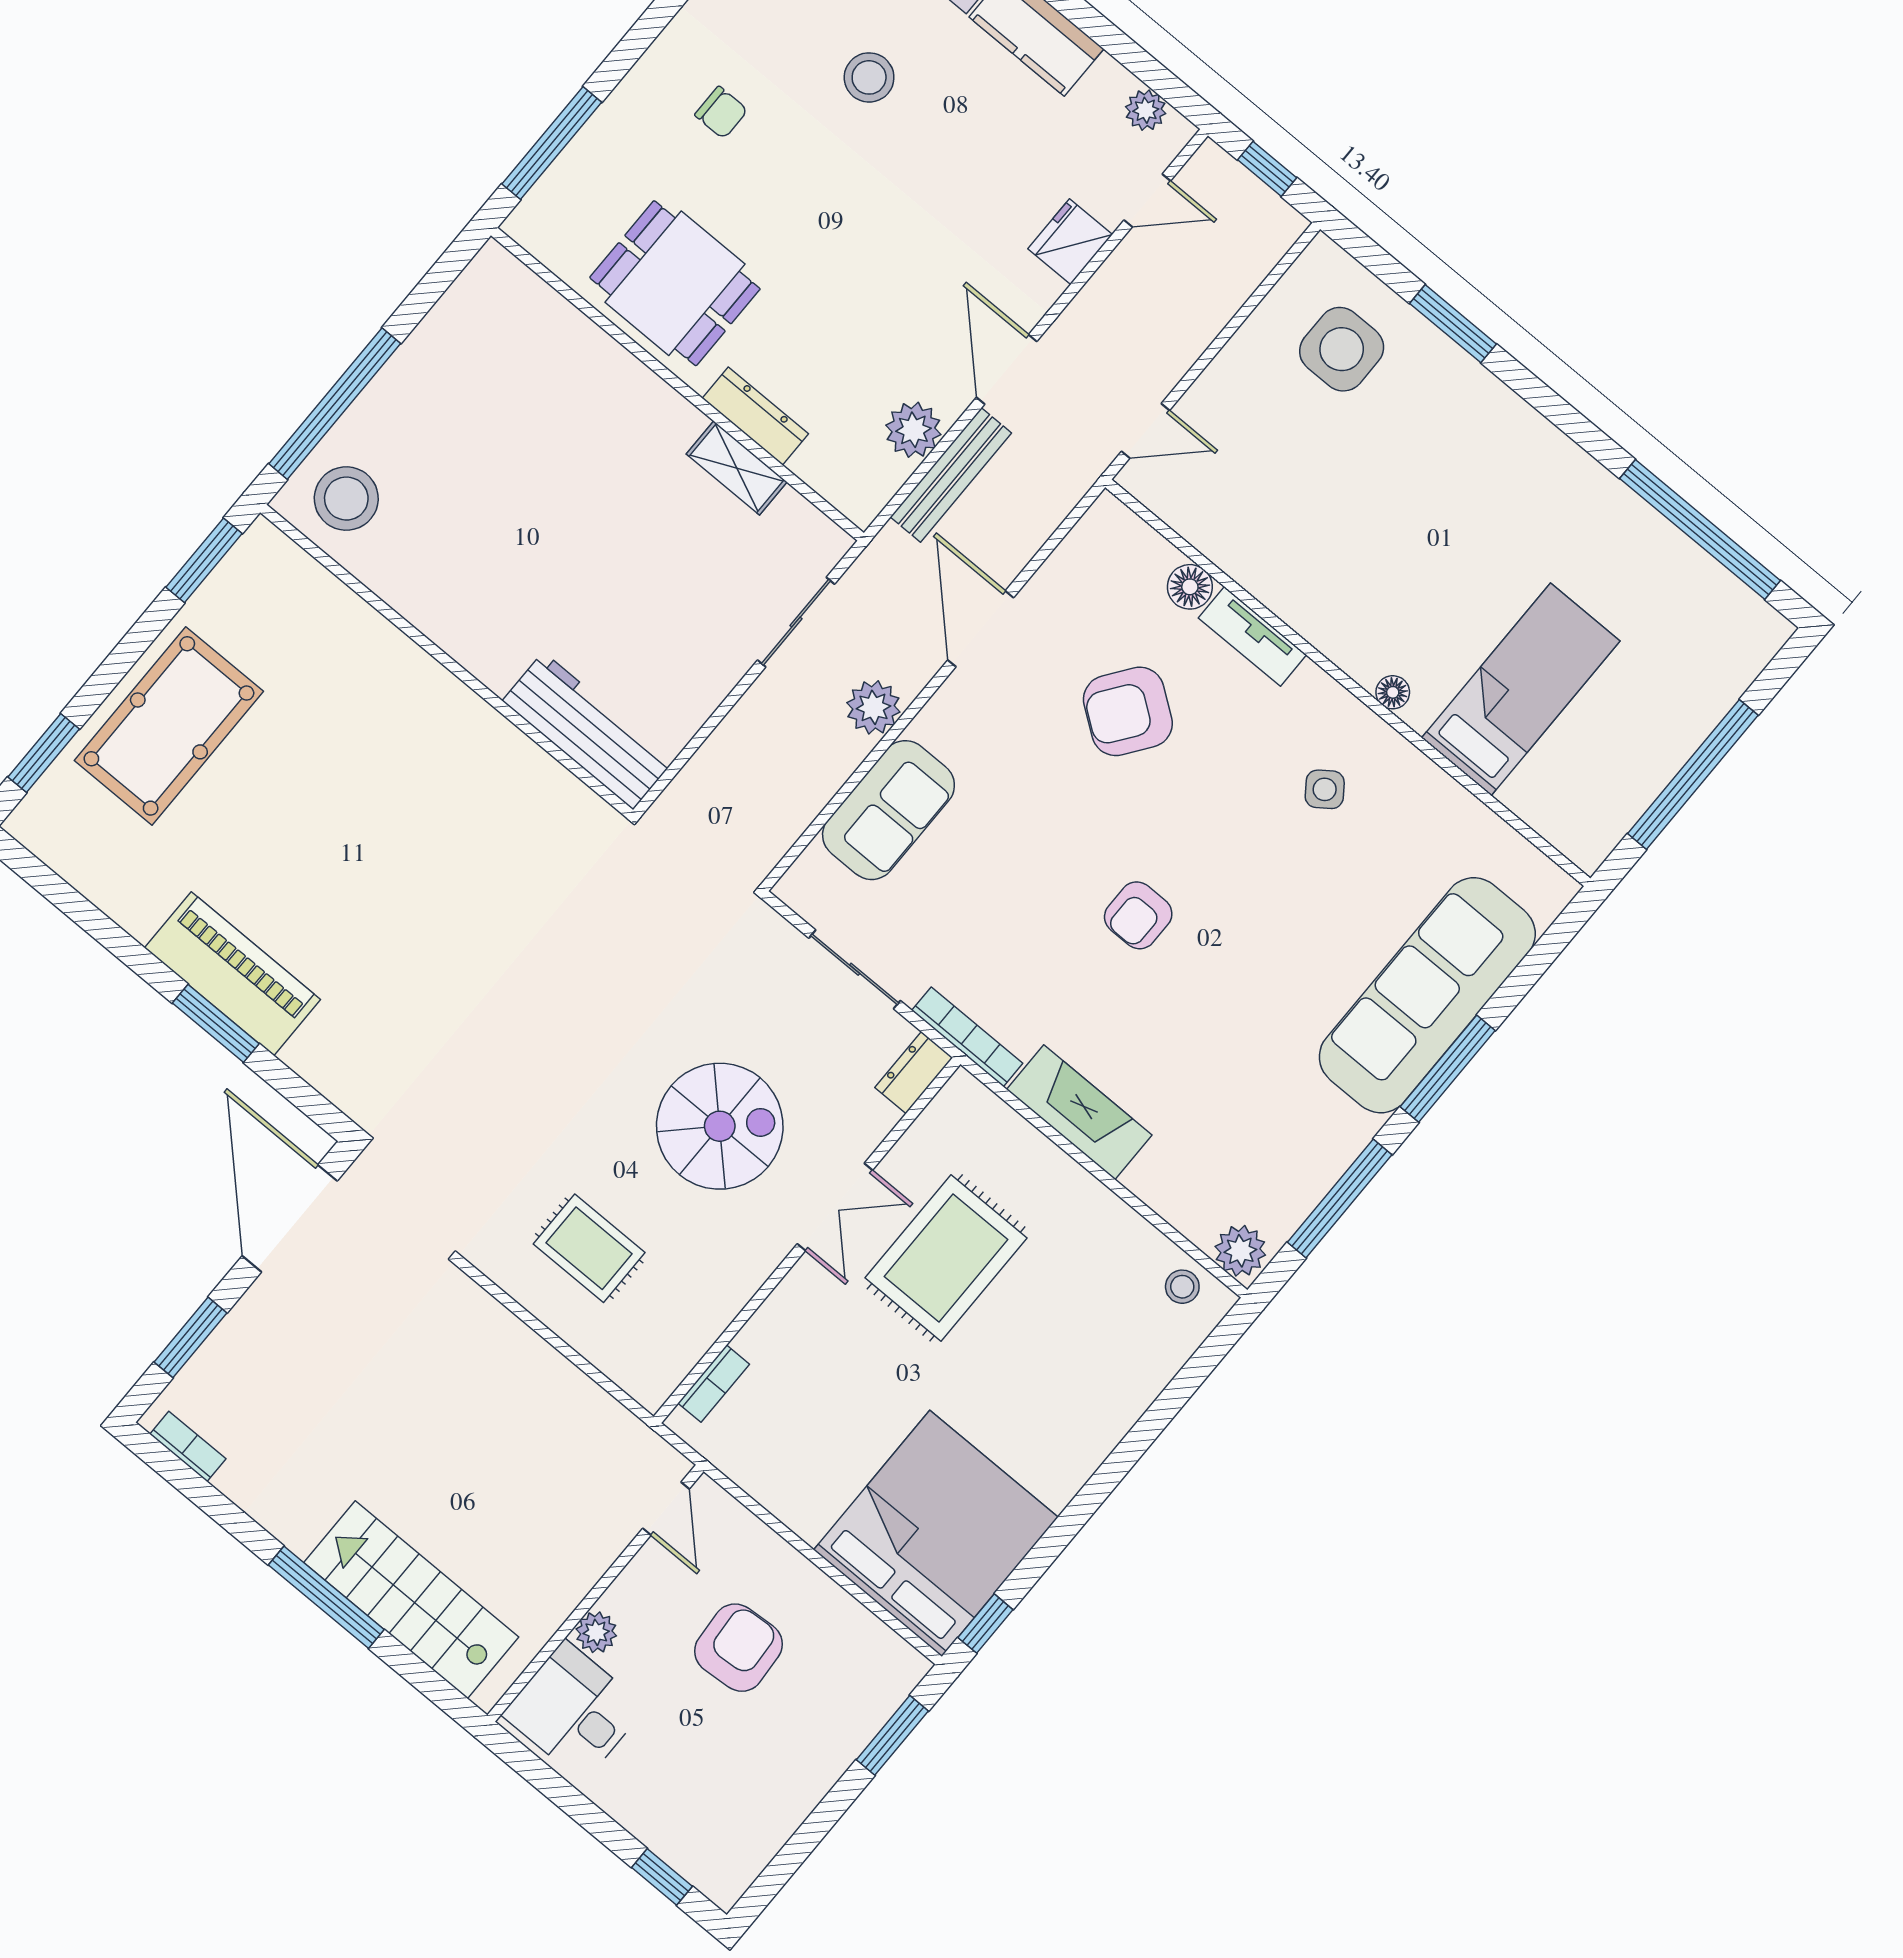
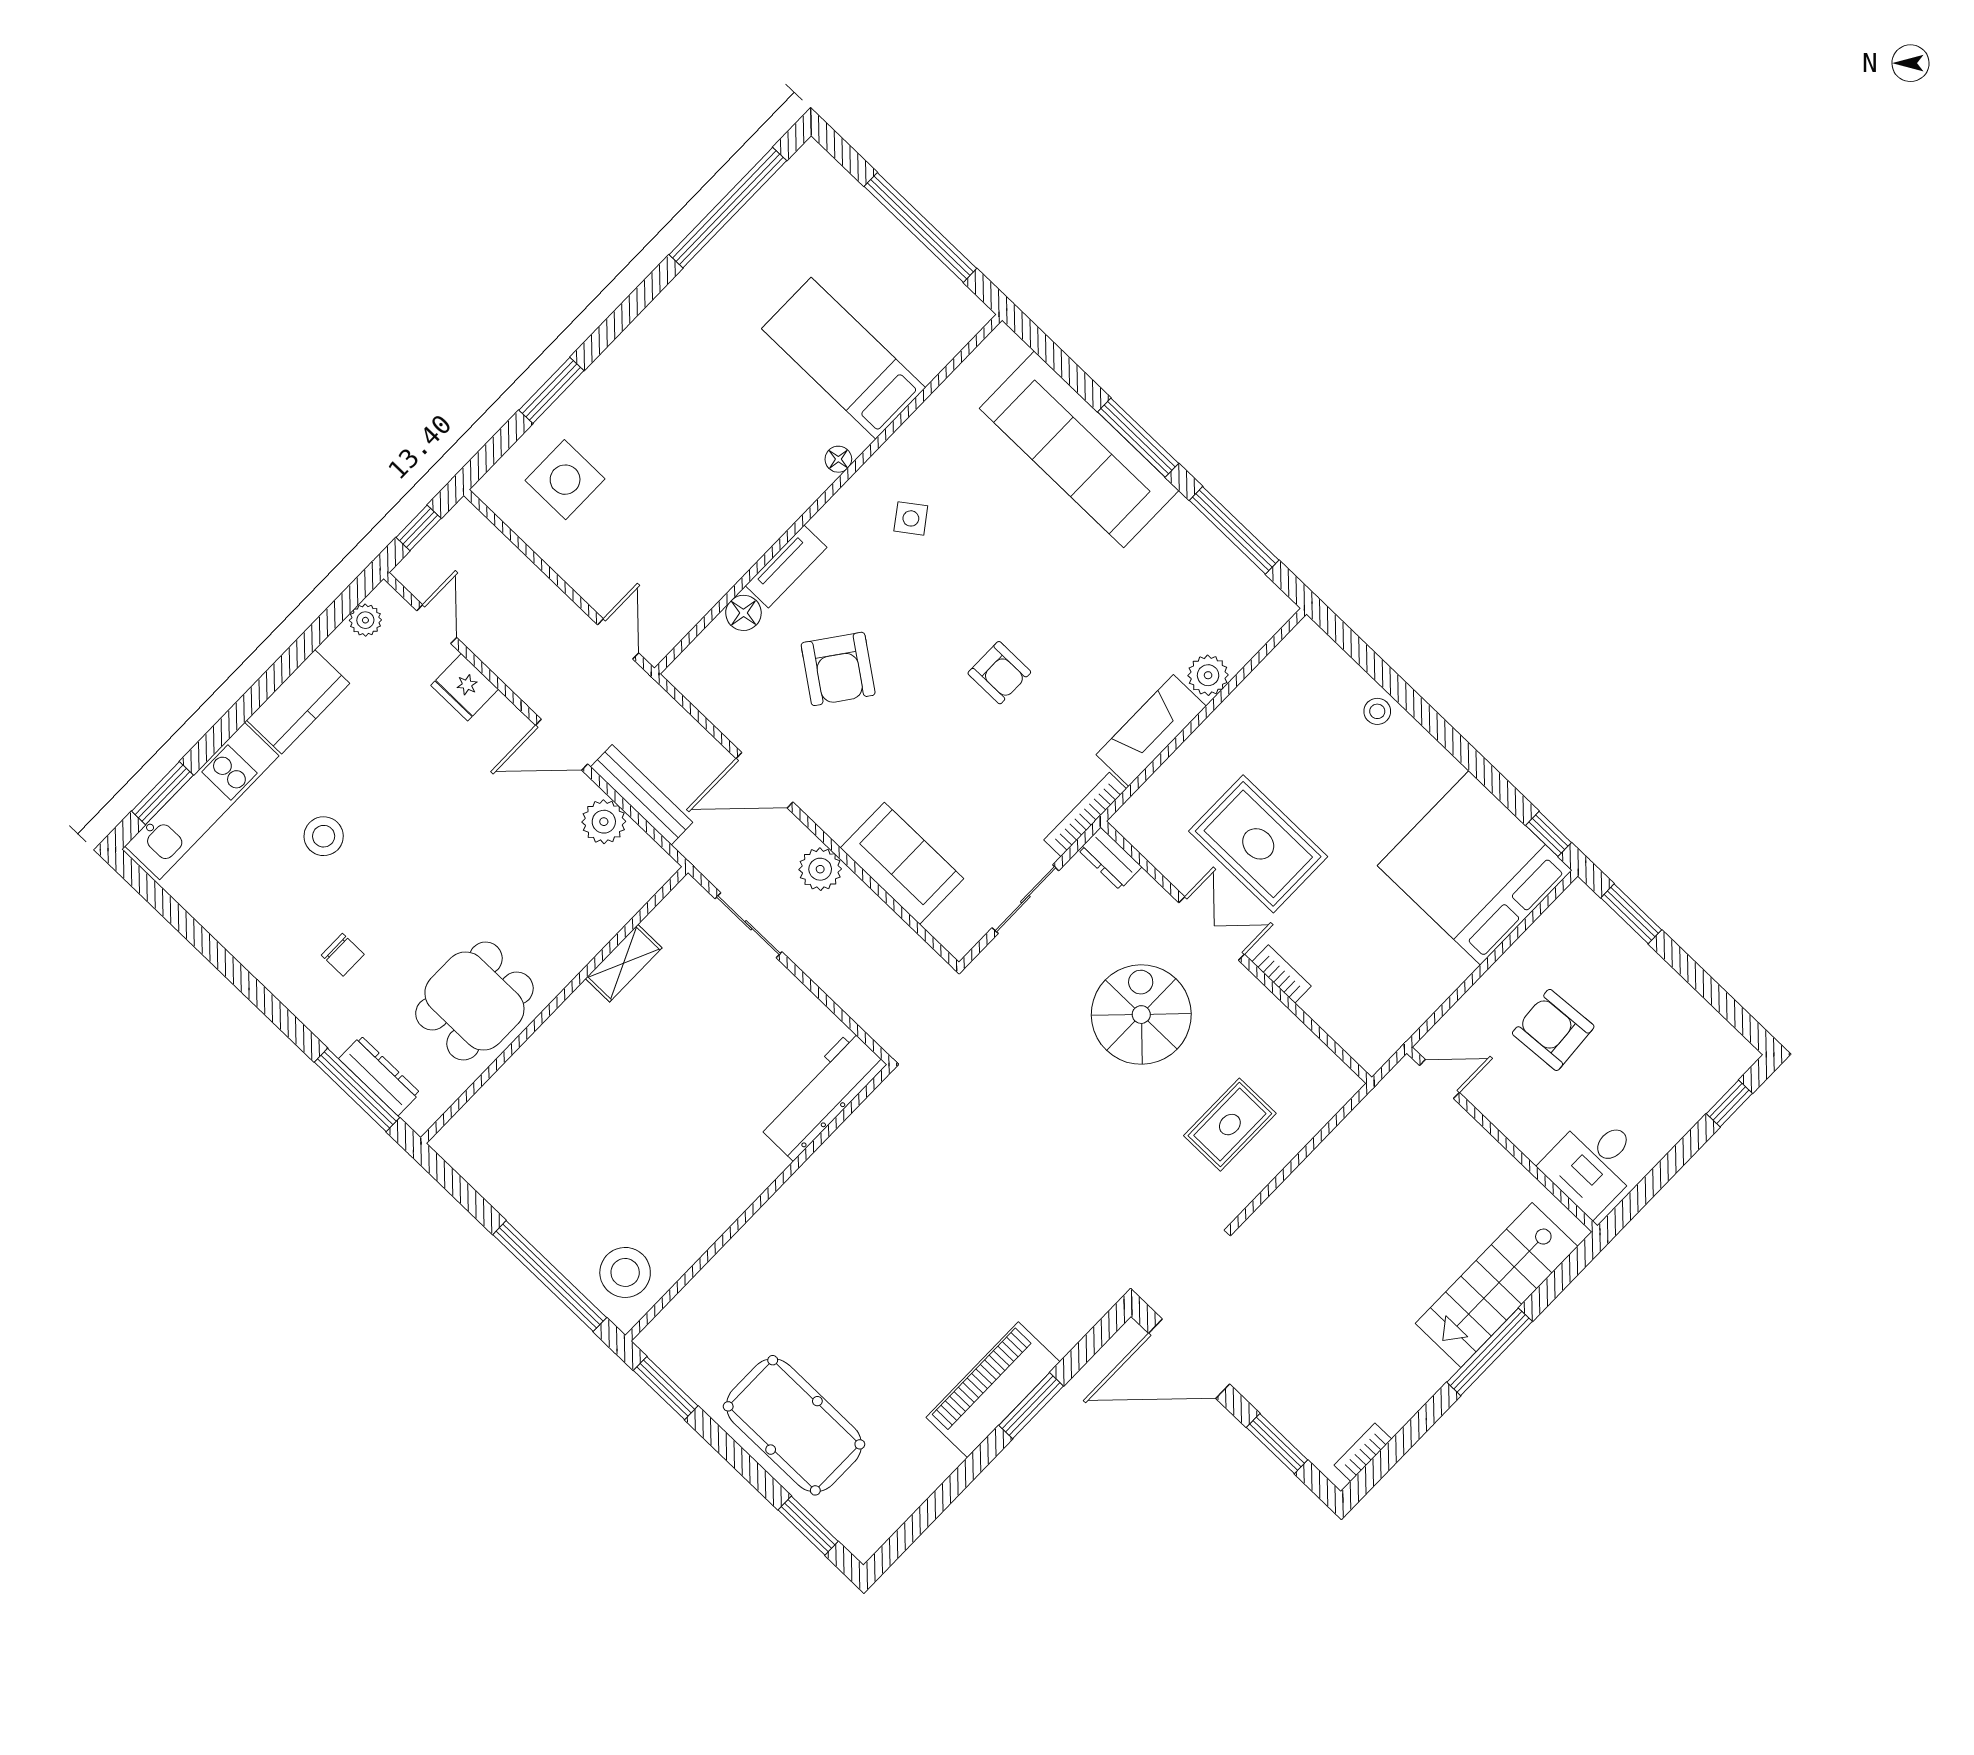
chair: (721, 113) -> (343, 955), turned 90
dresser: (755, 416) -> (379, 1076), moved, turned 90
plant: (1240, 1251) -> (1208, 675), moved
stool: (1182, 1287) -> (1377, 711), moved
bookcase: (714, 1384) -> (1282, 974), moved
plant: (596, 1632) -> (1533, 1141), removed

